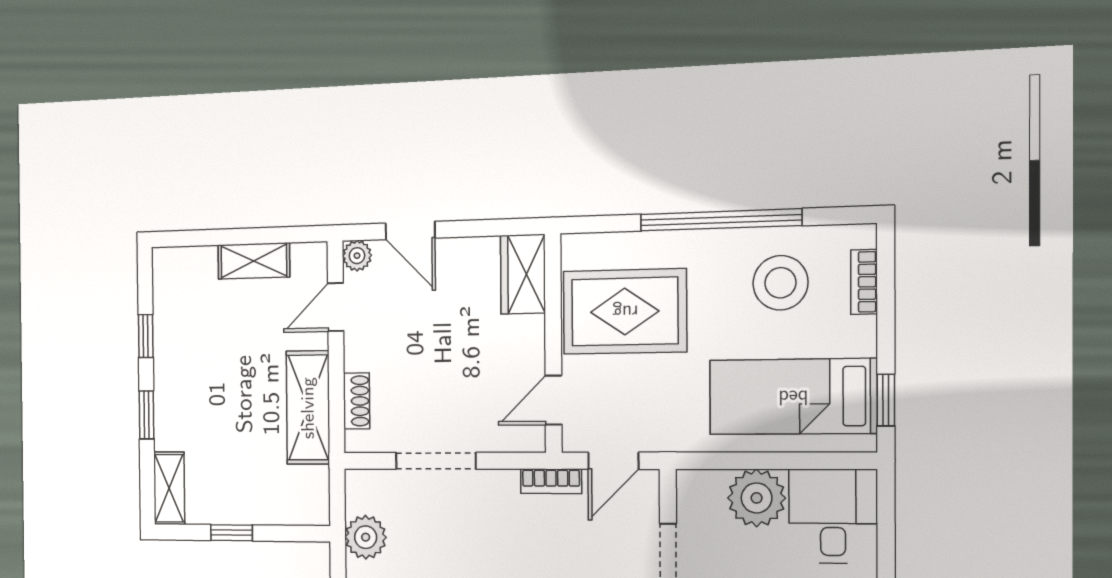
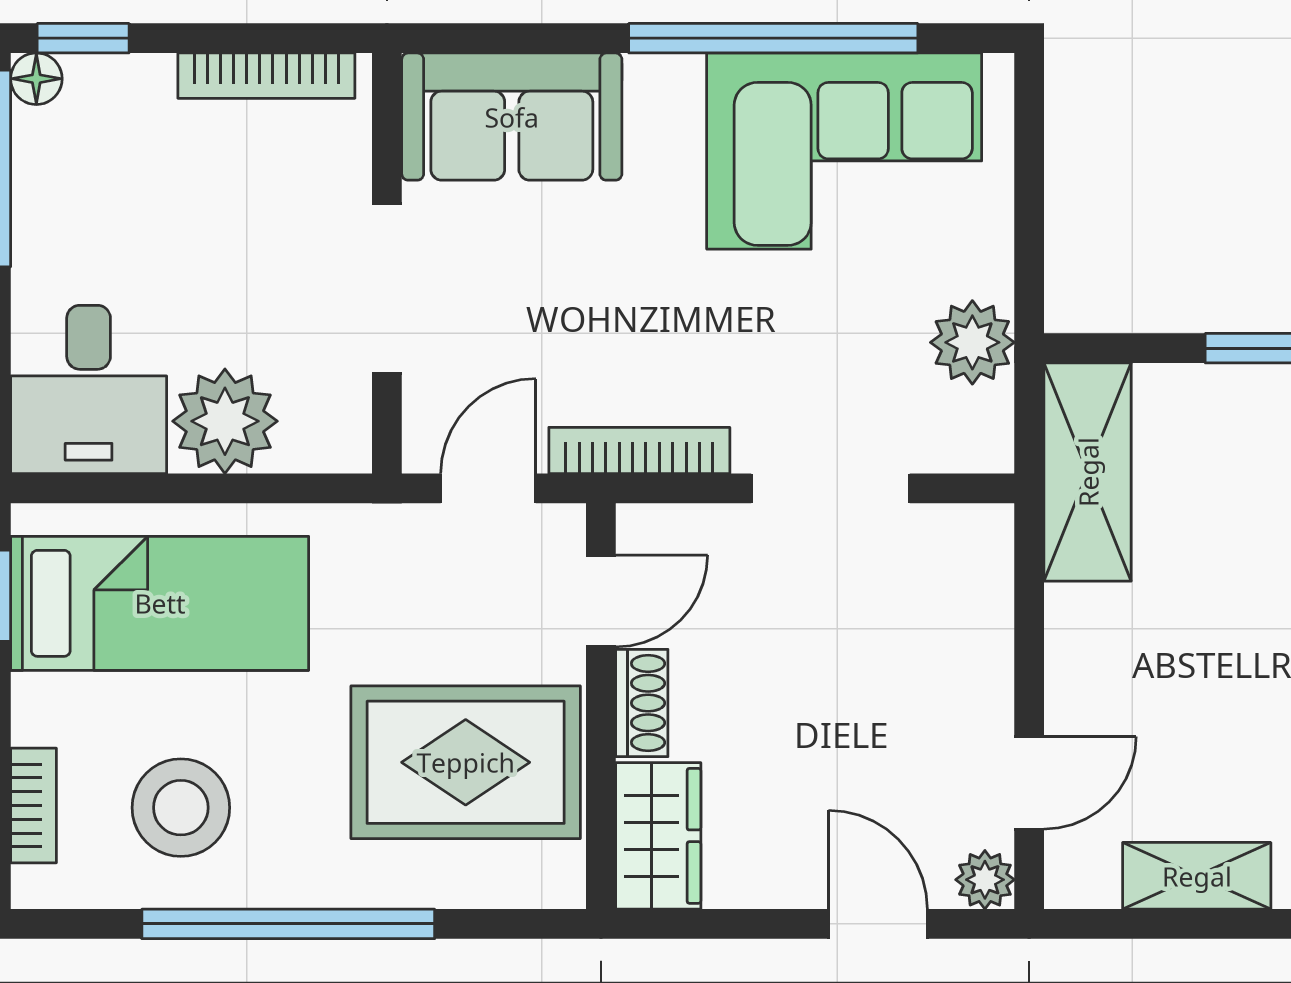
shoe rack: (357, 401) -> (642, 703), moved, turned 180
shelving: (308, 408) -> (1088, 472), moved
bookcase: (551, 481) -> (639, 450), width x1.56

